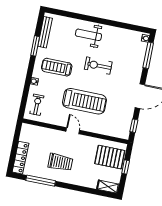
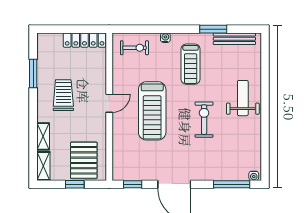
treadmill: (57, 67) -> (191, 64), turned 180
locker: (20, 158) -> (85, 40), moved
trolley: (60, 162) -> (63, 95), turned 180
window: (41, 181) -> (33, 74), width x0.69
shelving: (87, 183) -> (43, 136), added

